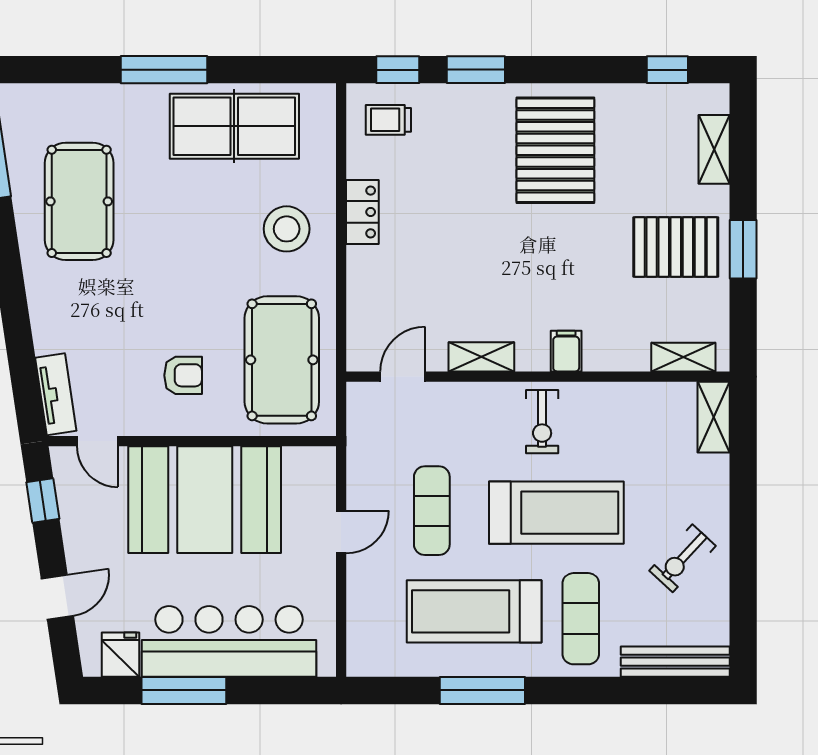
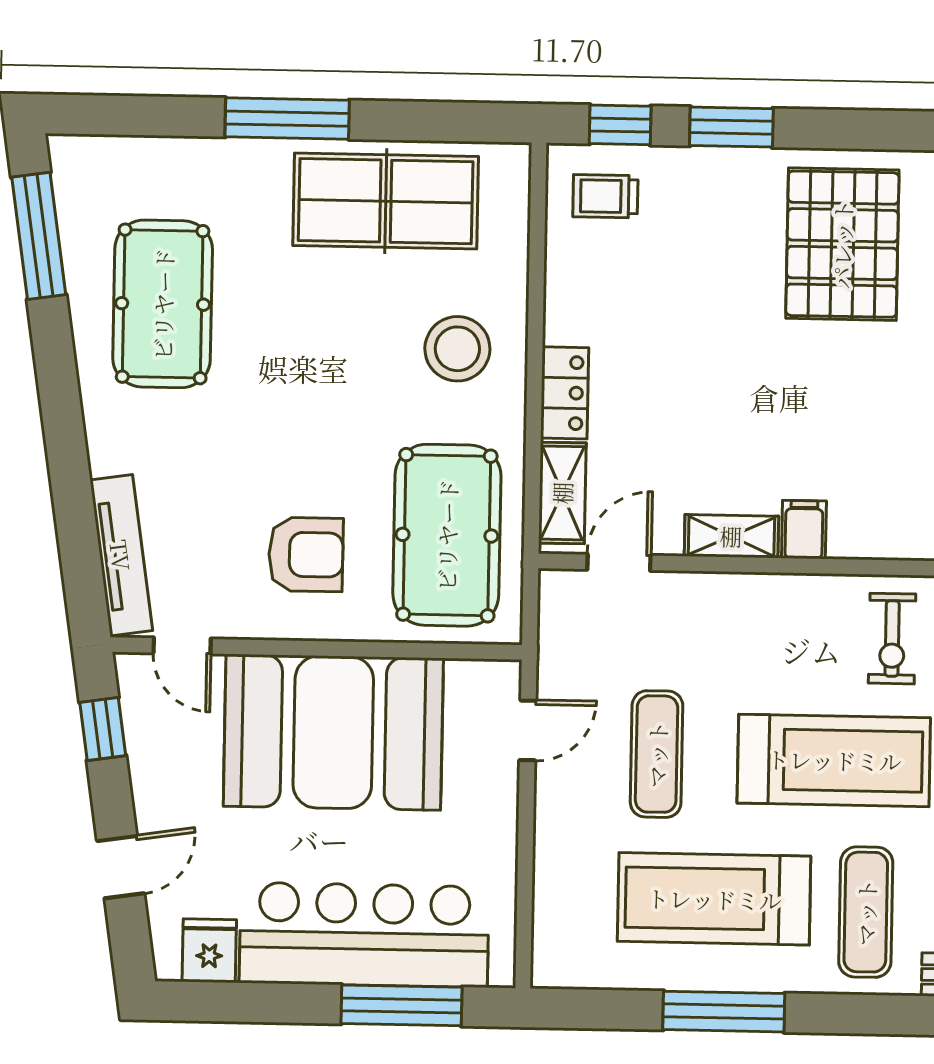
locker: (362, 212) -> (565, 393), moved
shelving: (362, 329) -> (562, 493), added
filing cabinet: (566, 351) -> (804, 530), moved
armchair: (183, 375) -> (306, 554), width x1.38, depth x1.38
tv unit: (56, 394) -> (121, 555), width x1.41
exercise bike: (542, 422) -> (892, 639), moved
door: (341, 532) -> (528, 730), moved
window: (184, 690) -> (401, 1005), moved

